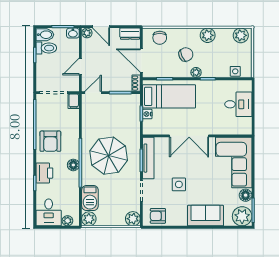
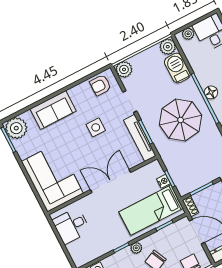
desk: (238, 104) -> (71, 226), moved
floor lamp: (246, 195) -> (24, 151), removed
armchair: (158, 216) -> (100, 85), turned 180

